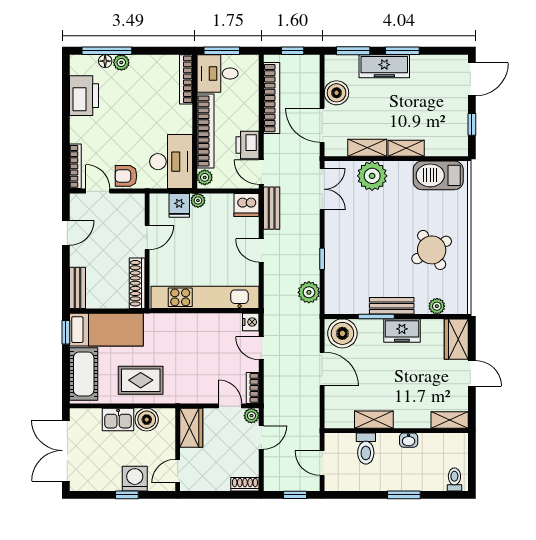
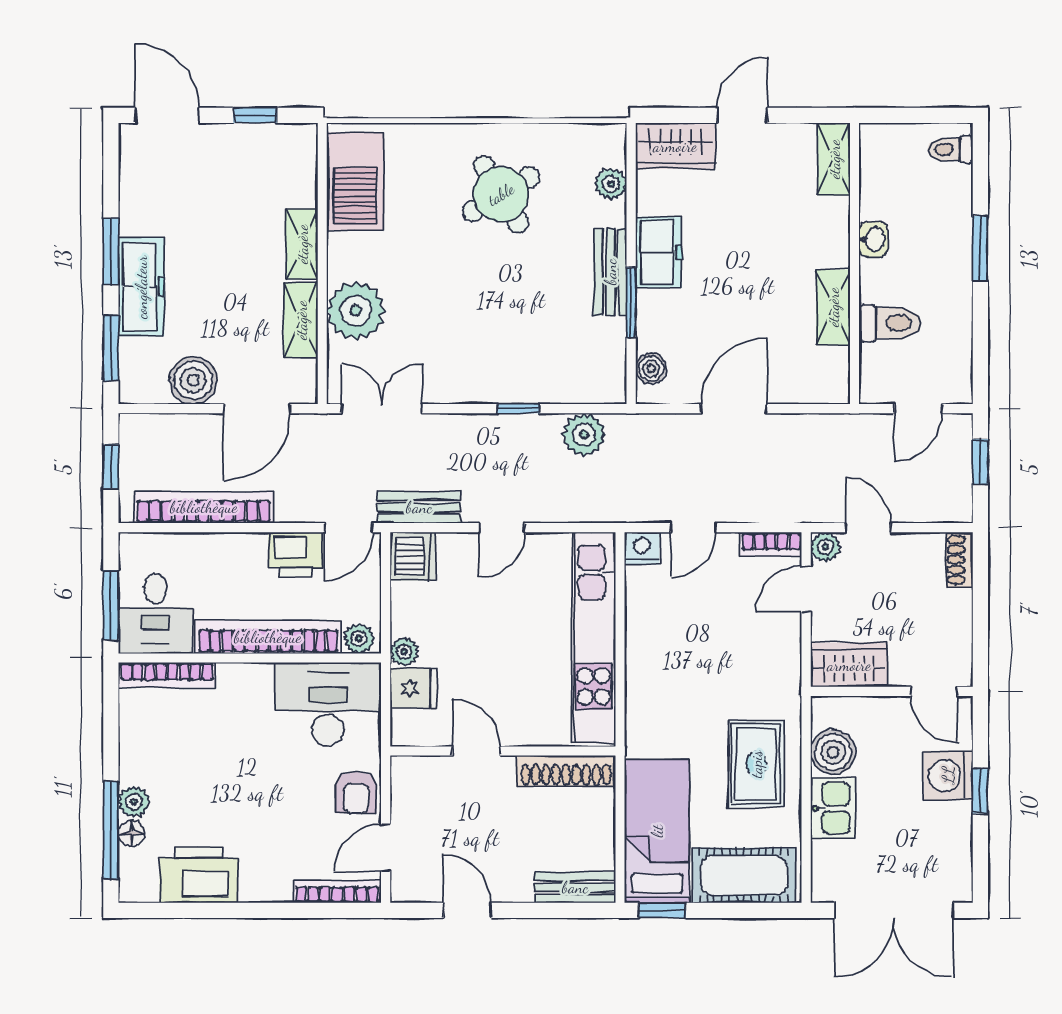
boiler: (342, 333) -> (651, 369), width x0.54, depth x0.54

